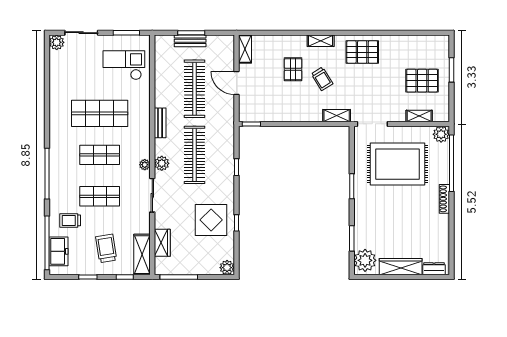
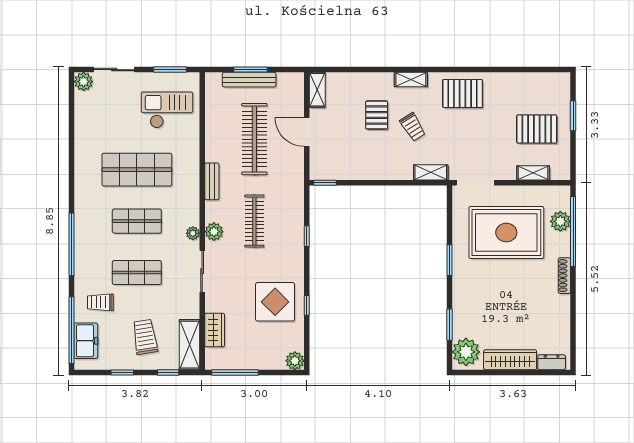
bench: (190, 41) -> (249, 80), width x1.36
plant: (441, 134) -> (560, 221), moved
clothes rail: (194, 155) -> (254, 221), width x0.73, depth x0.76

